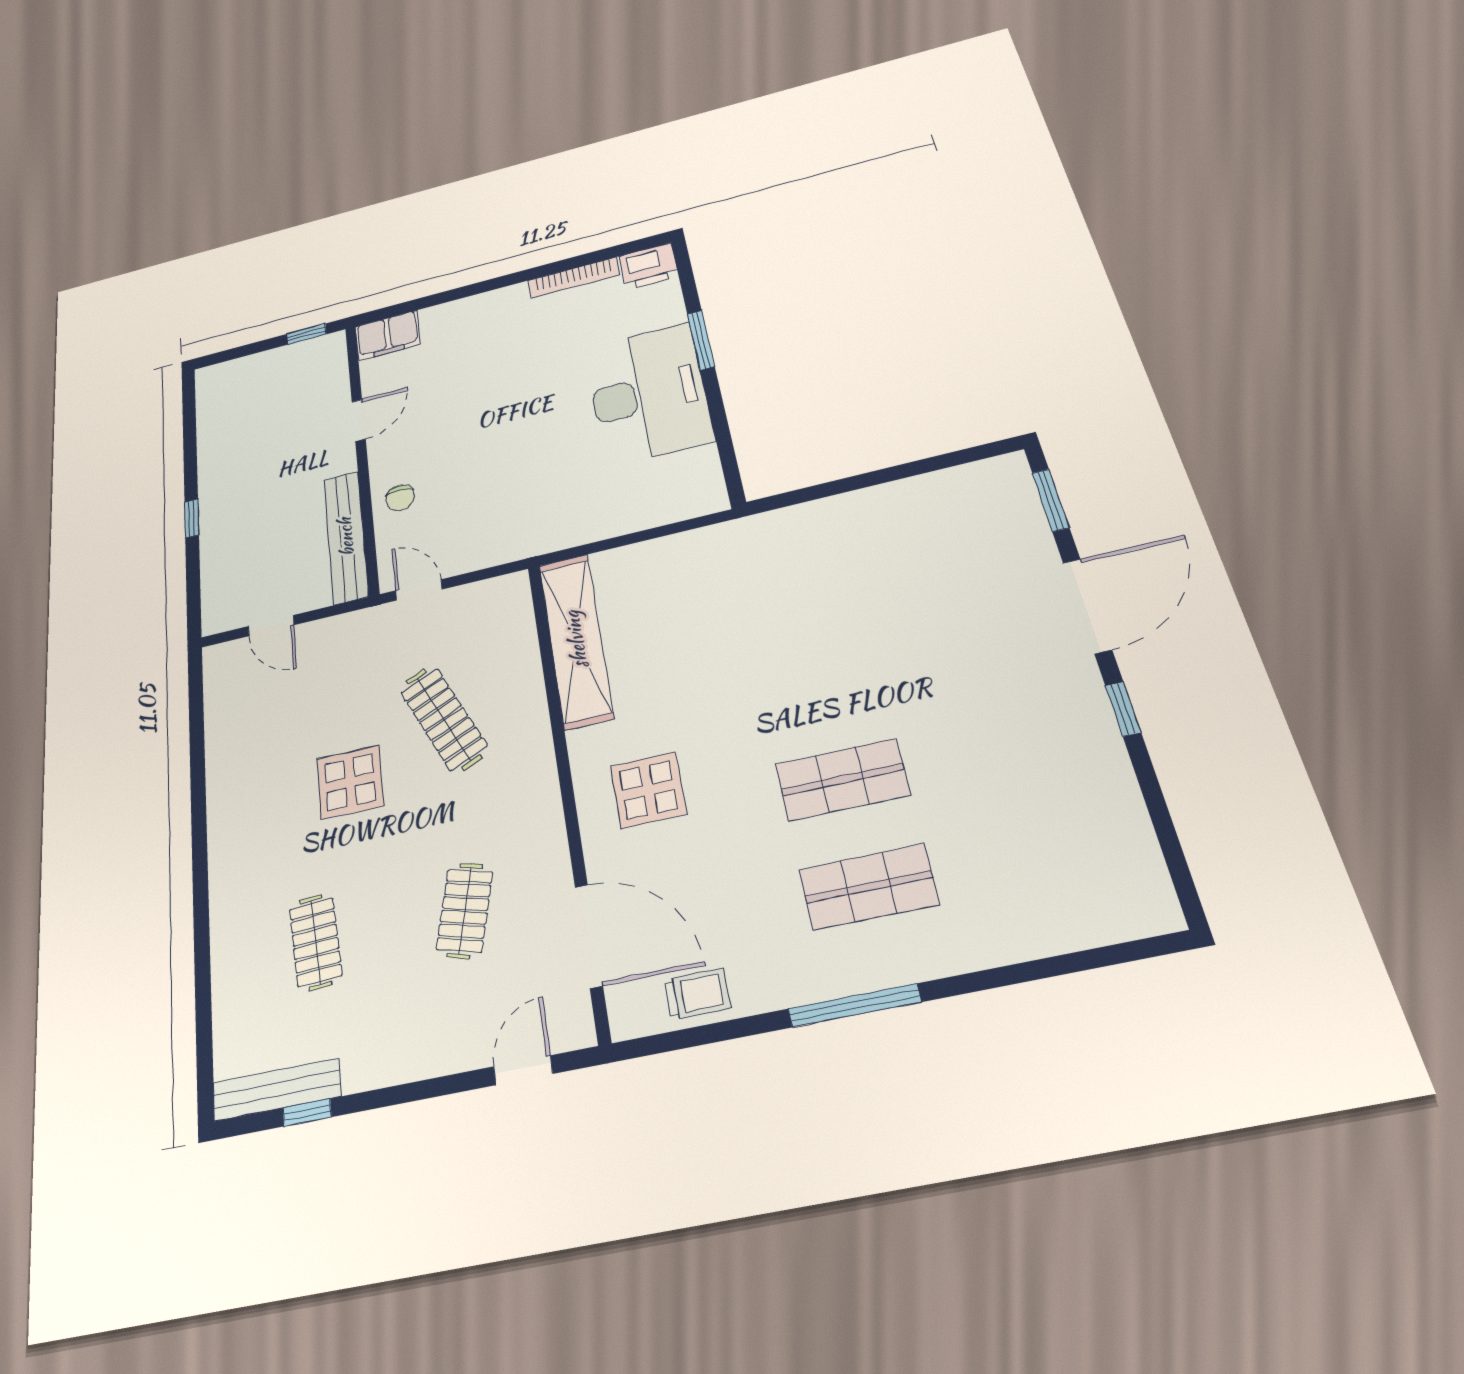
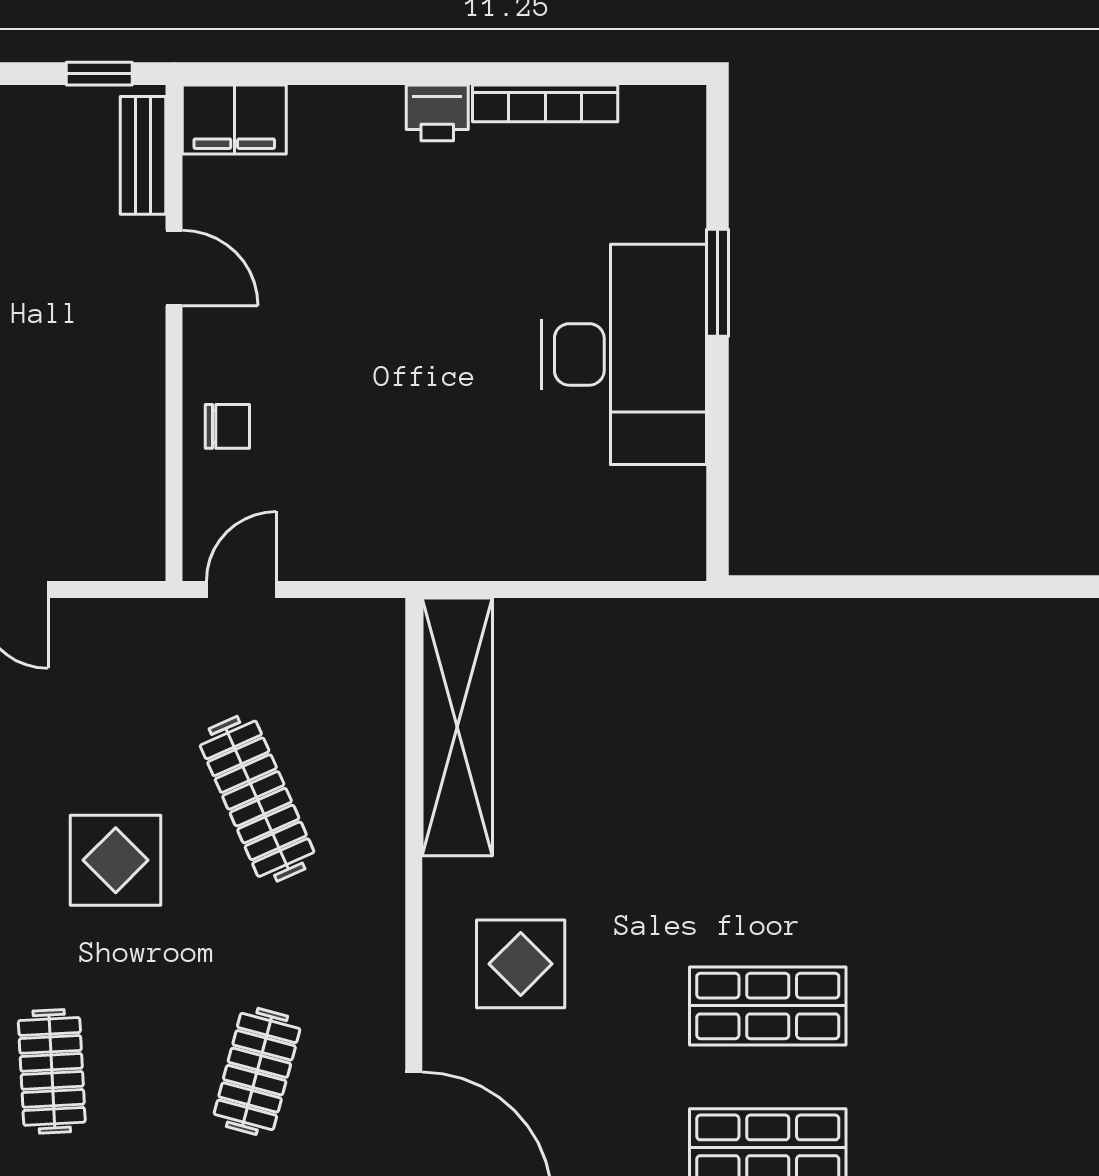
printer: (649, 266) -> (437, 113), moved, width x0.73, depth x0.81
door: (359, 420) -> (174, 268), hinge flipped
chair: (400, 498) -> (227, 426), turned -90
bench: (346, 537) -> (143, 155), moved, width x0.54, depth x0.82
door: (419, 590) -> (241, 589), hinge flipped

